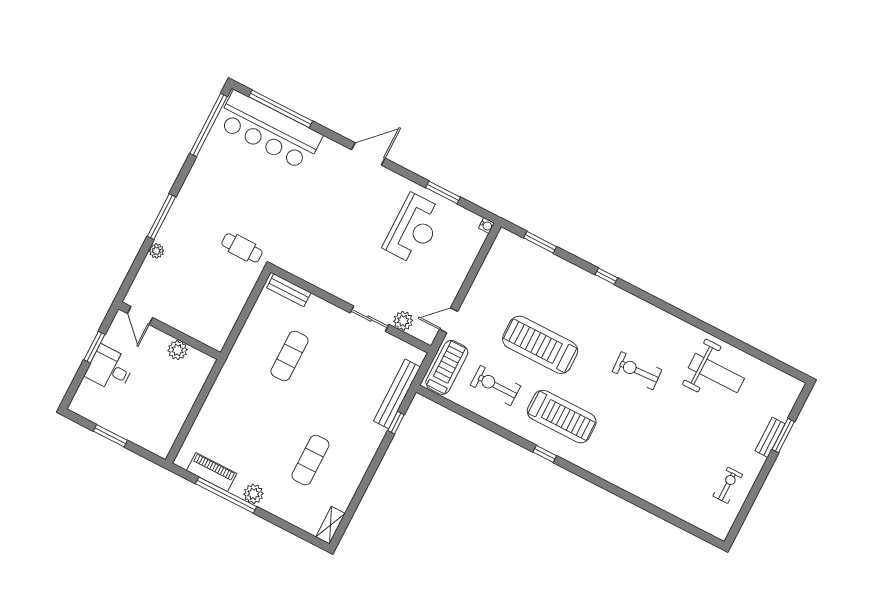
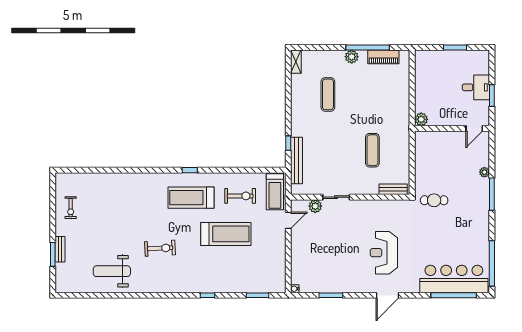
reception desk: (414, 229) -> (384, 253), moved
door: (140, 316) -> (474, 128), swing flipped
plant: (178, 350) -> (421, 119), moved

